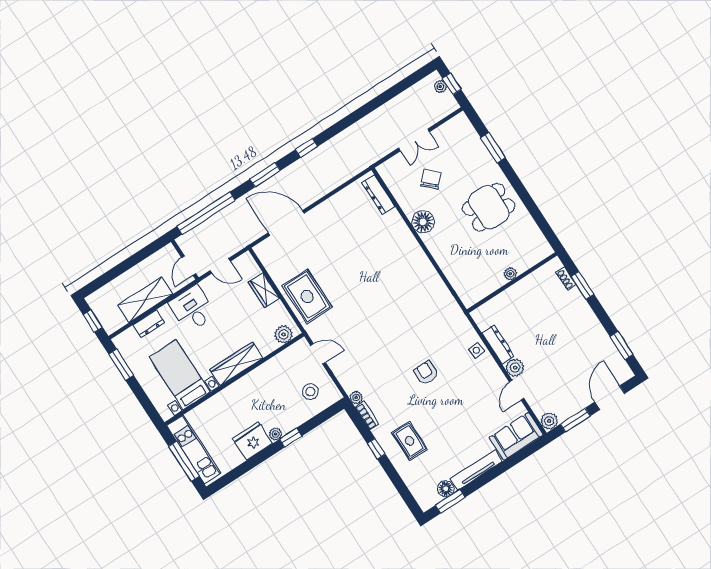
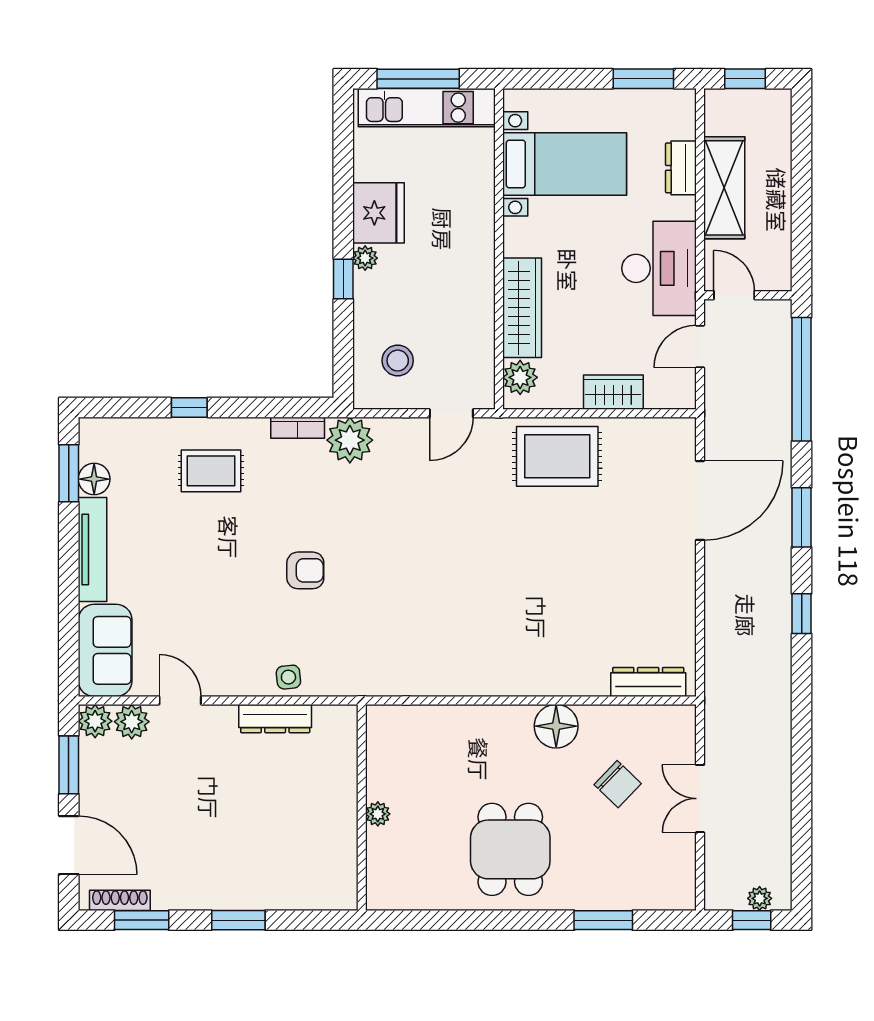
shoe rack: (566, 279) -> (120, 900), moved, width x1.43
window: (583, 285) -> (238, 920), moved
desk: (193, 309) -> (659, 268), width x1.37
wardrobe: (236, 364) -> (522, 308), moved
plant: (515, 368) -> (132, 722), moved
plant: (356, 398) -> (350, 440), width x1.87, depth x1.87
window: (376, 449) -> (189, 408), moved

